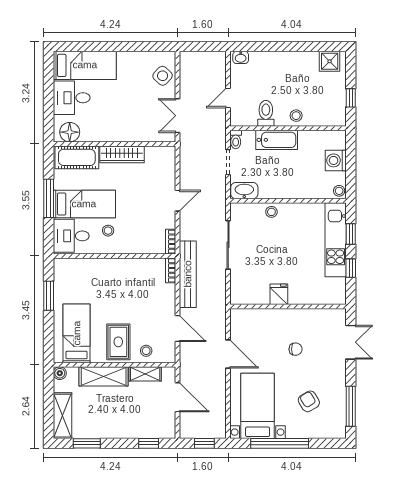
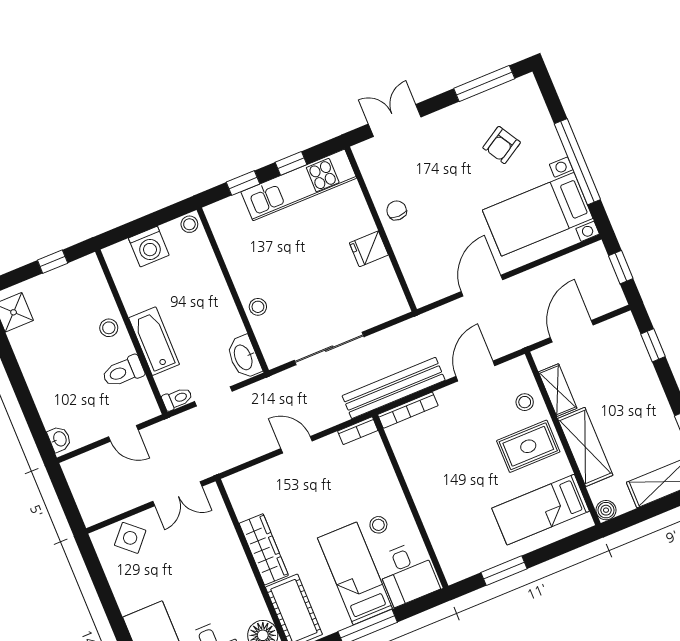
kitchen unit: (336, 240) -> (299, 185), moved
bookcase: (171, 270) -> (408, 410), width x1.56
chair: (296, 349) -> (397, 210), moved

